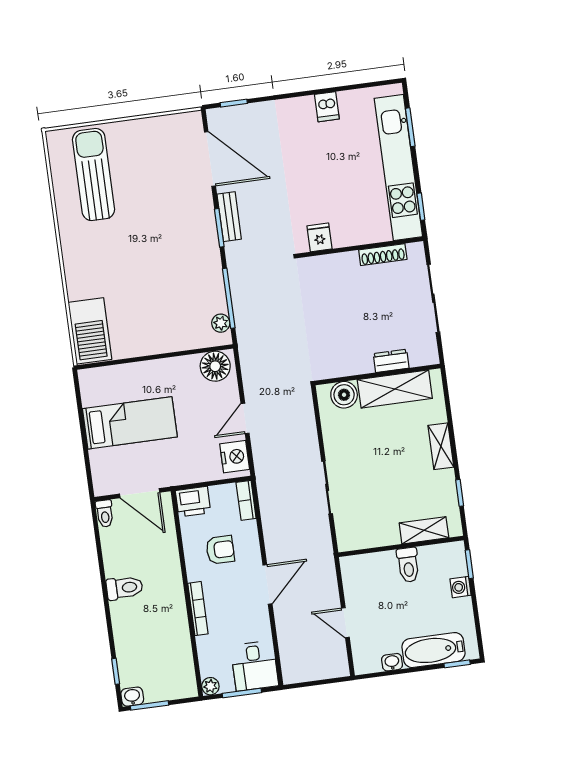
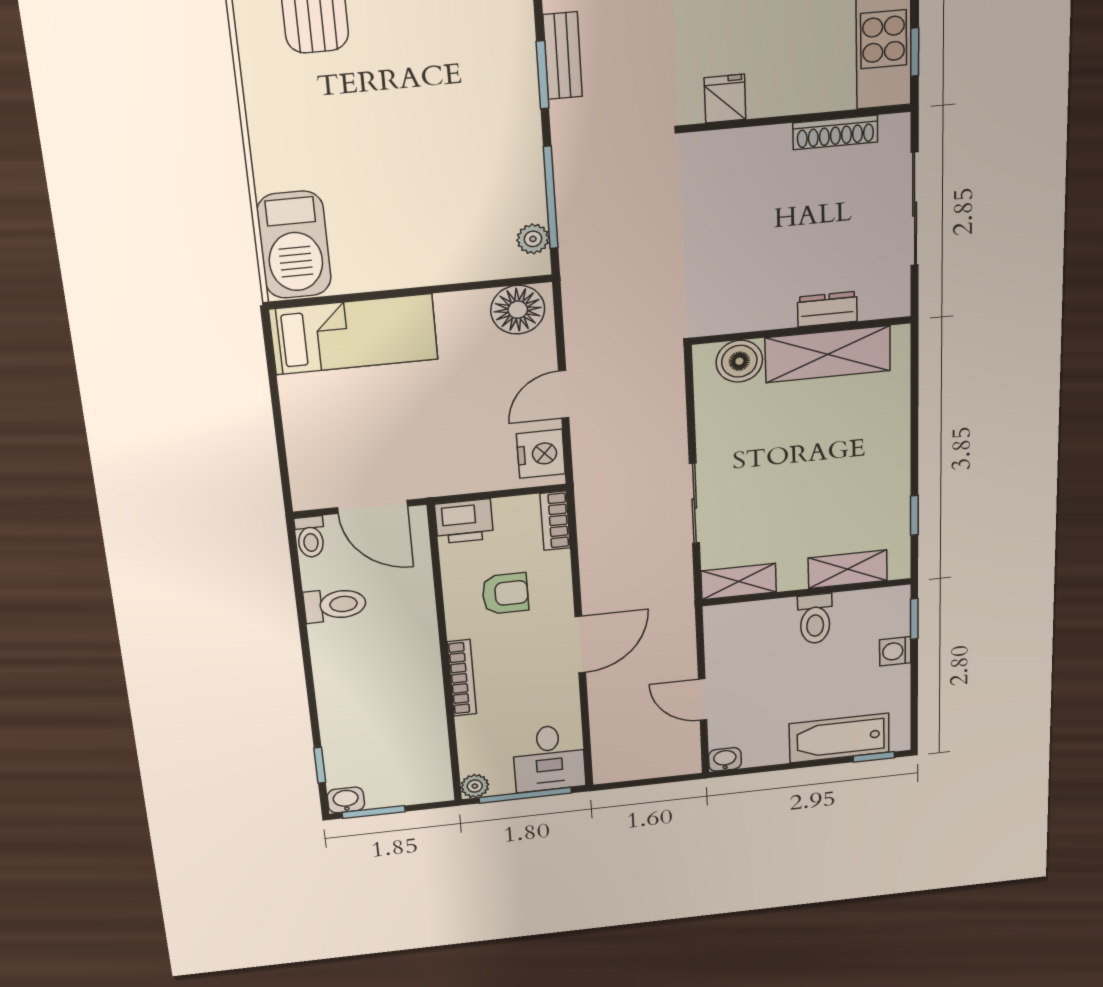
bed: (130, 423) -> (354, 334), moved
shelving: (441, 446) -> (739, 582), moved, turned 90
toilet: (125, 588) -> (335, 605), moved
washbasin: (392, 662) -> (725, 759), moved
window: (242, 693) -> (525, 795), width x1.44

